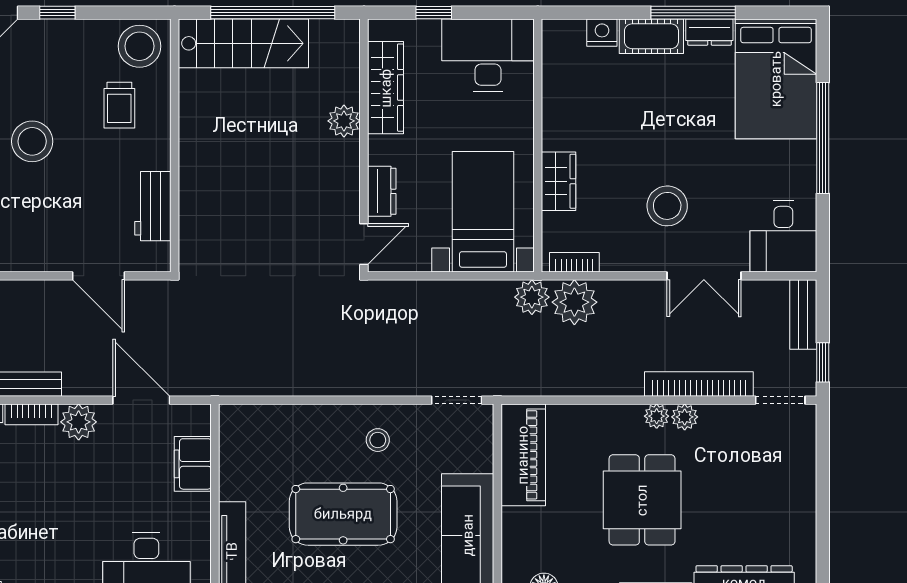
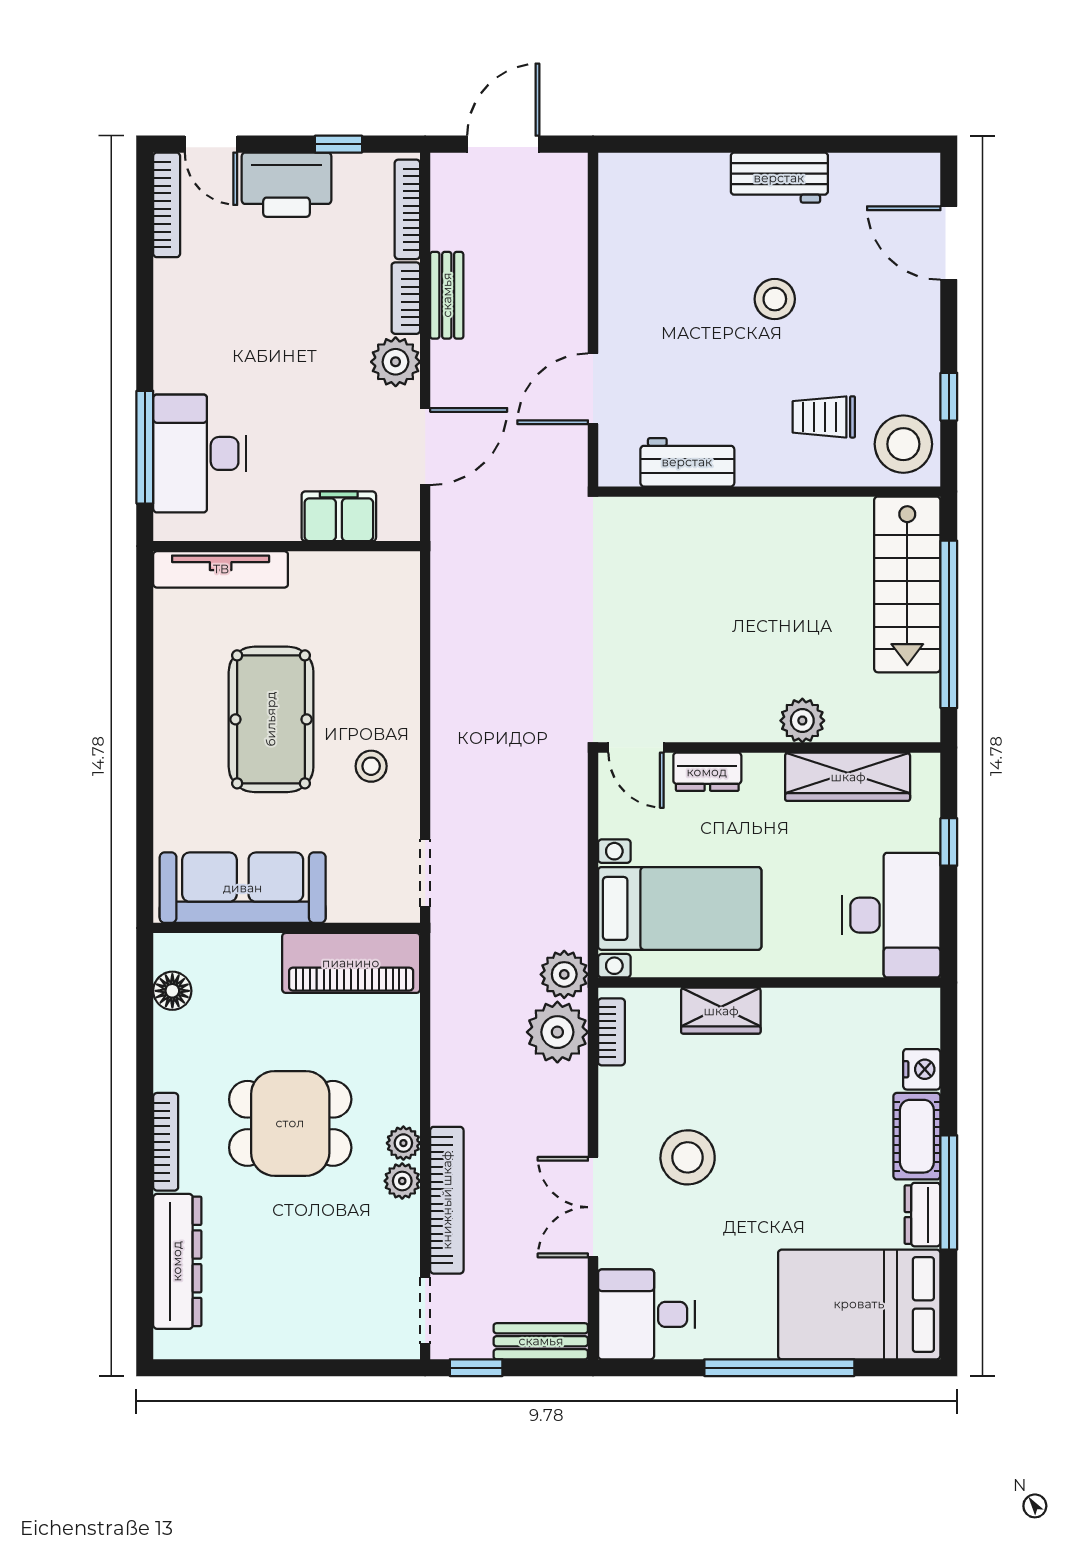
window: (57, 13) -> (949, 397), moved
stool: (32, 141) -> (775, 299), width x0.73, depth x0.73

